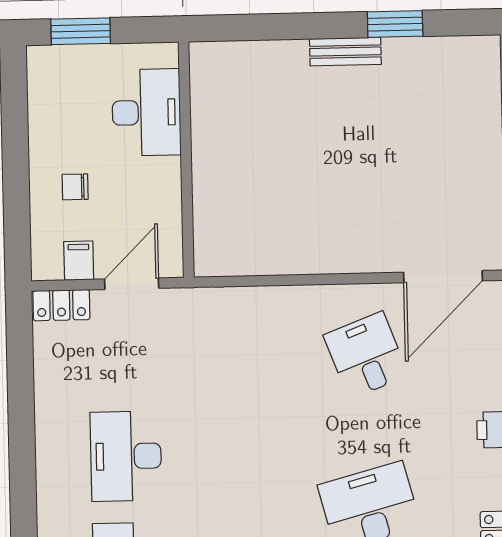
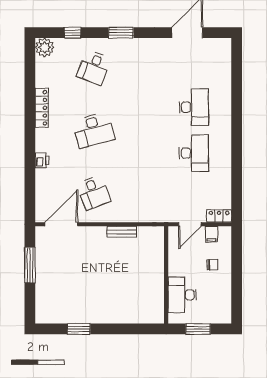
window: (81, 31) -> (198, 329), moved
bench: (345, 52) -> (122, 232), moved

